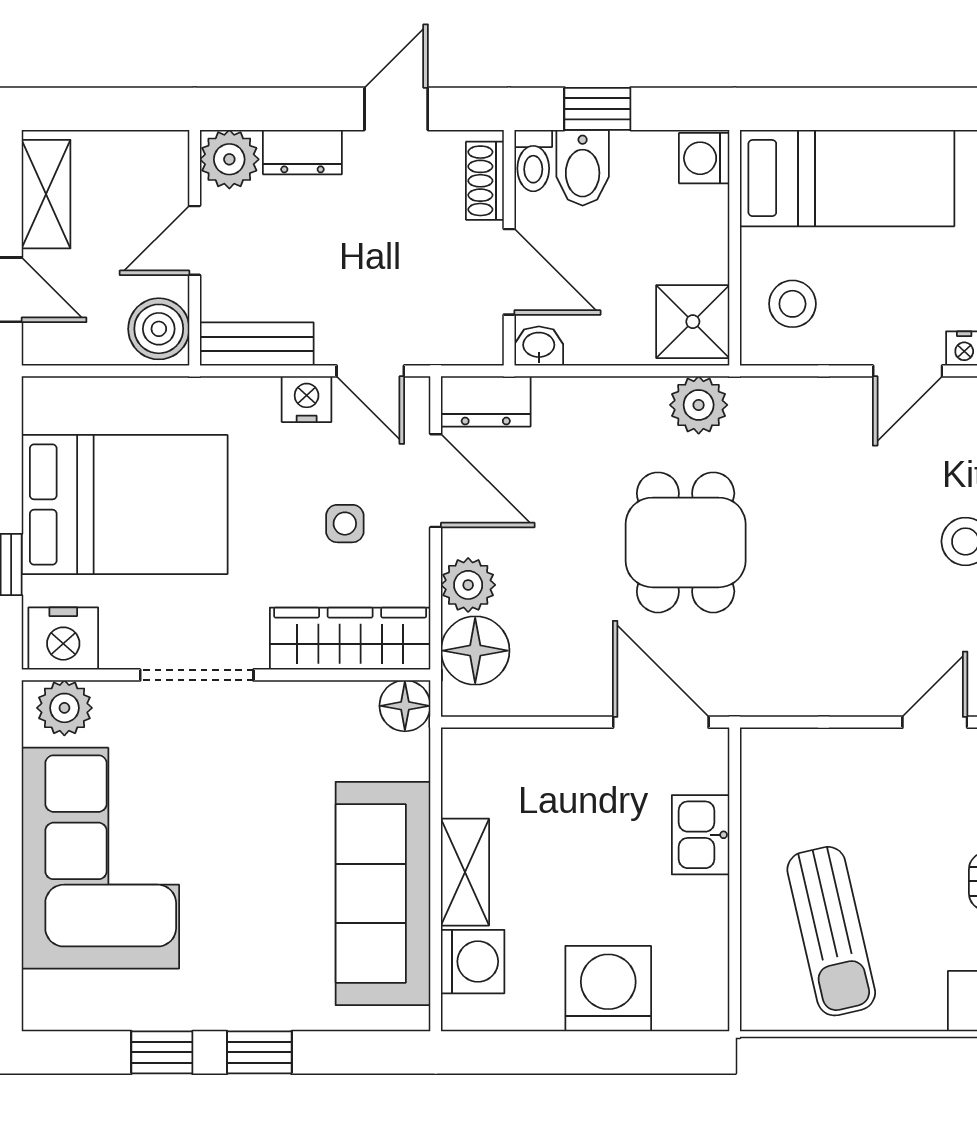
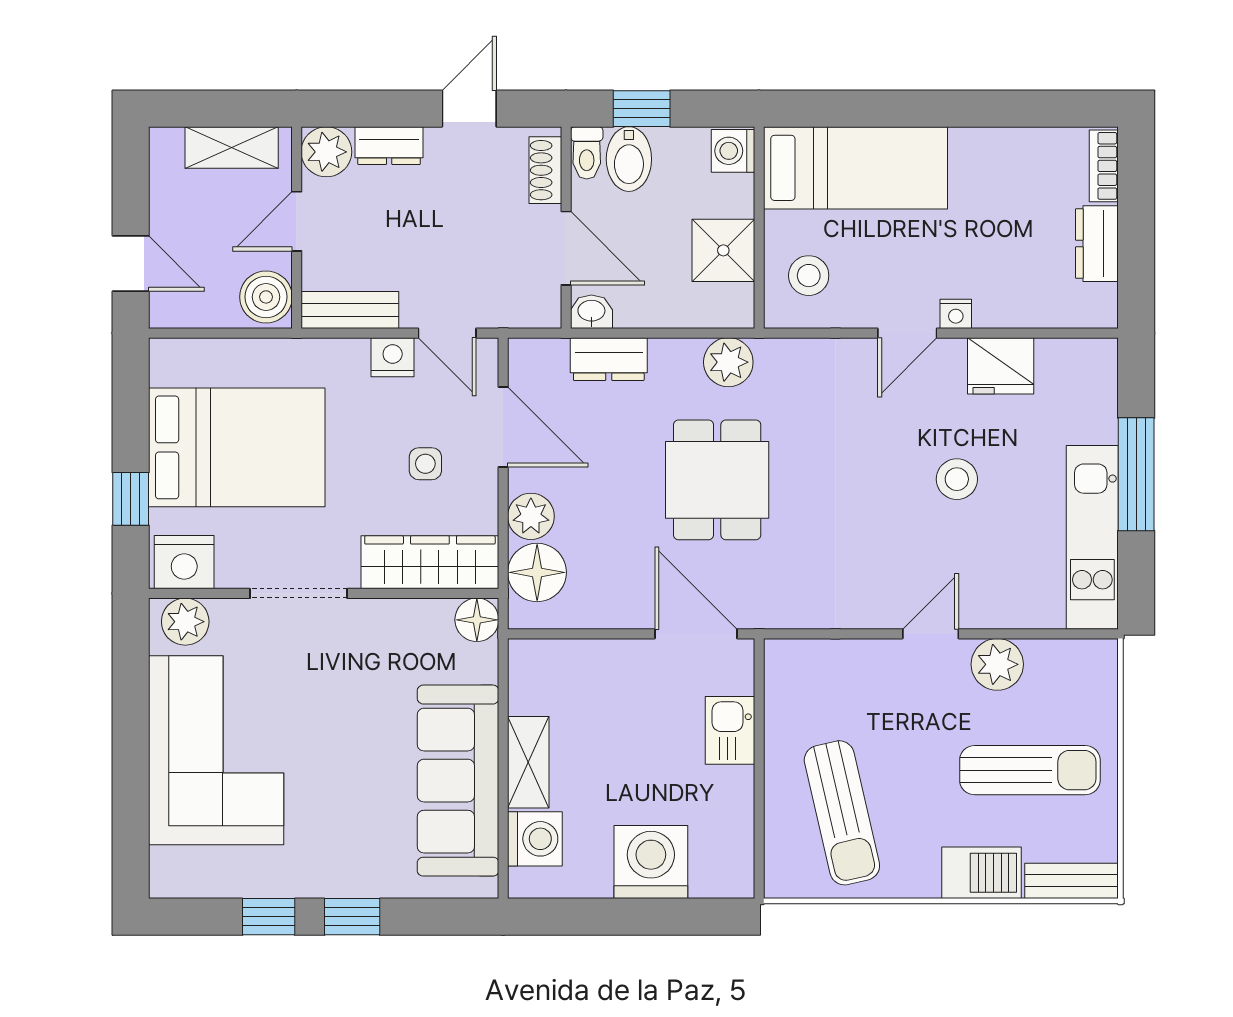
shelving: (46, 194) -> (232, 147), moved, turned 90
shower: (693, 322) -> (723, 250), moved
dresser: (486, 401) -> (609, 359), moved

